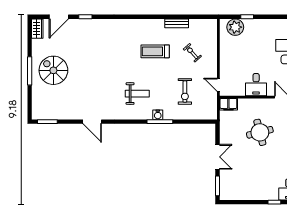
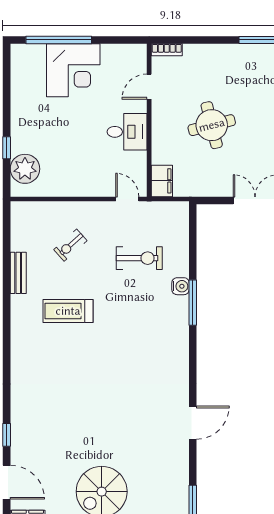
treadmill: (155, 51) -> (68, 311), turned 90
door: (218, 85) -> (127, 199), swing flipped
weight bench: (137, 94) -> (143, 343), removed
water cooler: (158, 115) -> (181, 286), moved

